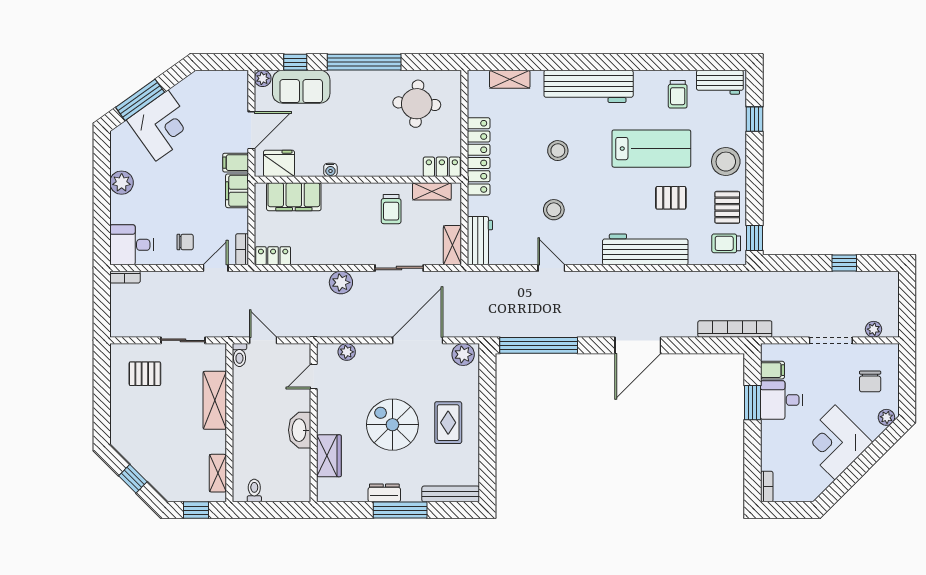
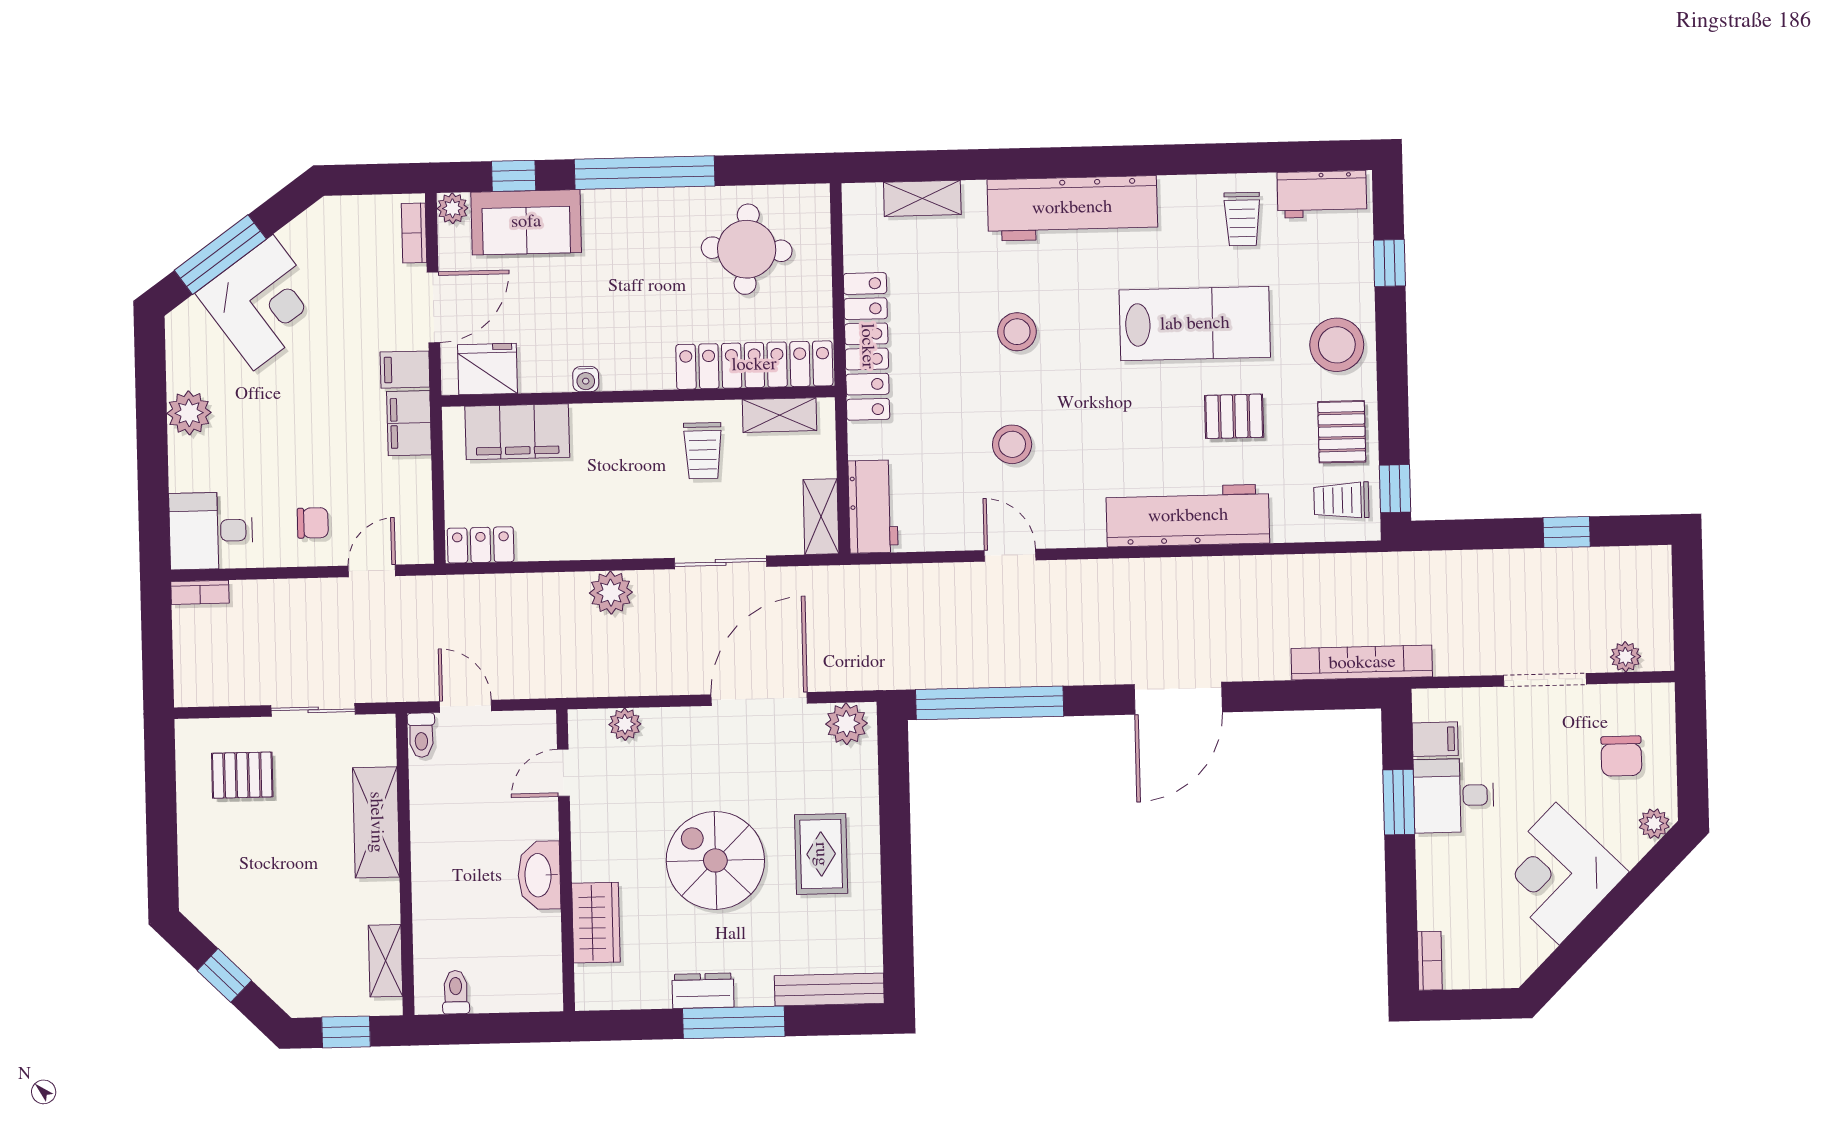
locker: (442, 167) -> (754, 365), width x2.16, depth x1.21
bookcase: (242, 249) -> (414, 233), moved

